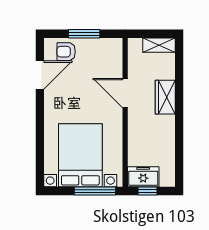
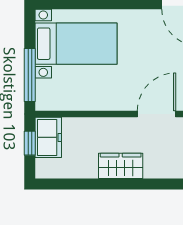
wardrobe: (165, 97) -> (121, 166), moved
bed with nightstands: (80, 155) -> (76, 44), width x0.73

